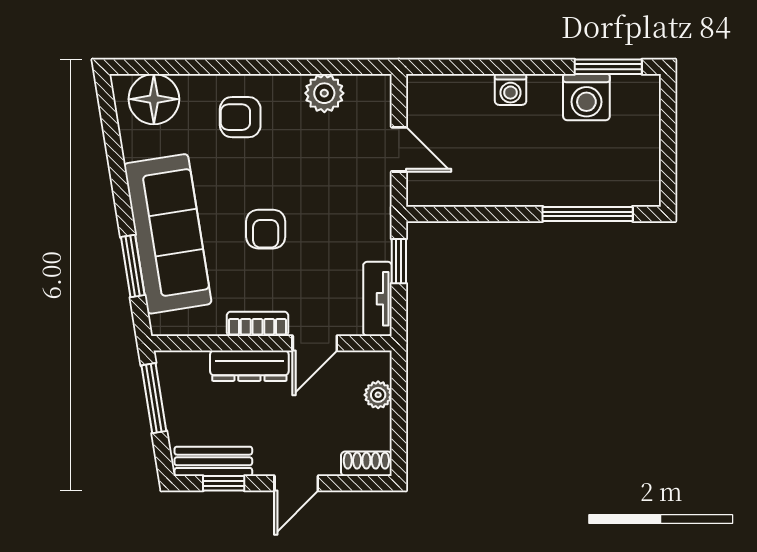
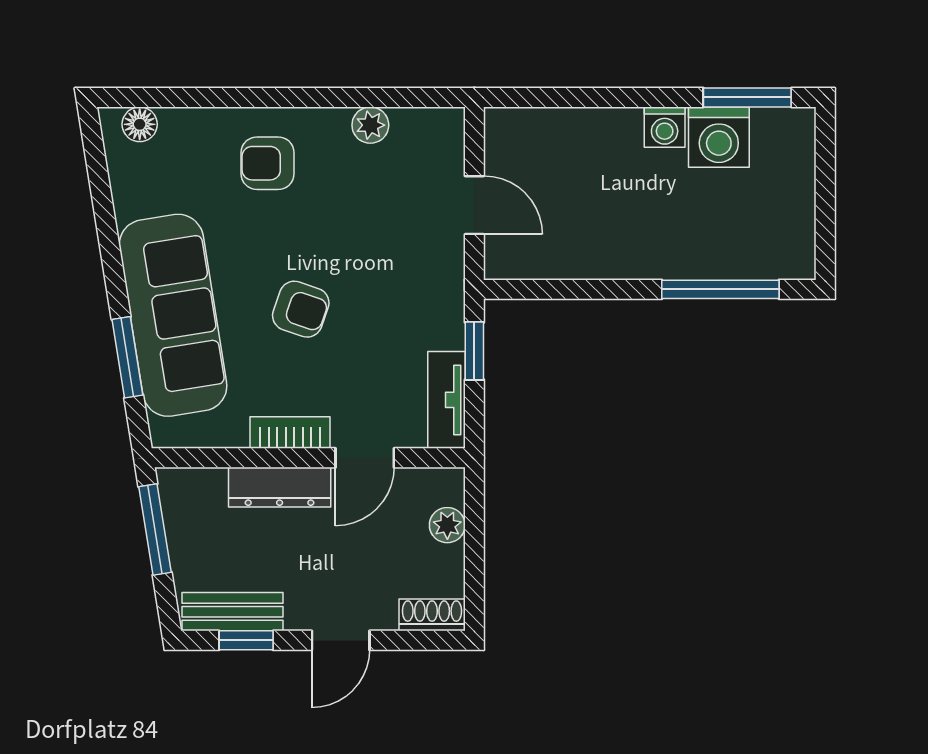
washing machine: (511, 89) -> (665, 127), moved
plant: (324, 93) -> (370, 125), width x0.73, depth x0.73
floor lamp: (154, 99) -> (140, 124), width x0.53, depth x0.53
armchair: (266, 229) -> (301, 309), turned -71

